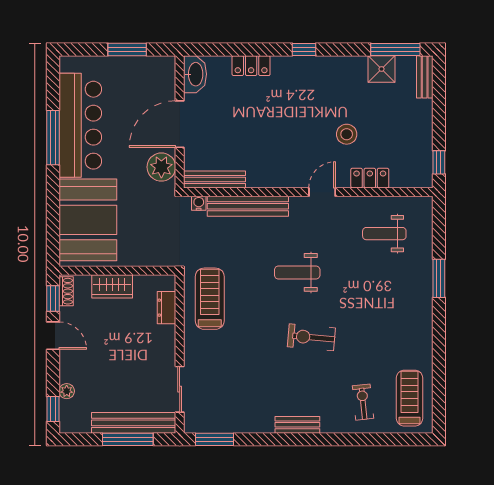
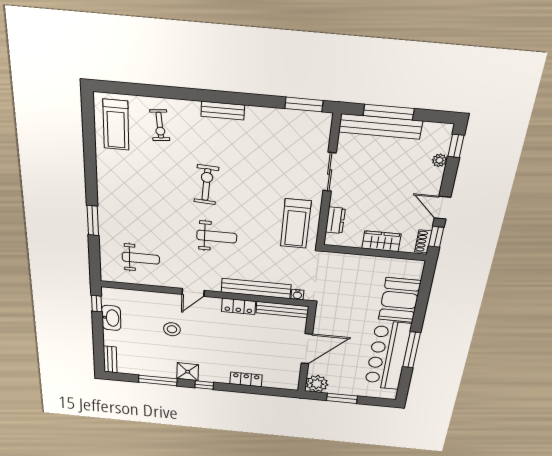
window: (395, 49) -> (158, 380), moved
shower: (382, 69) -> (188, 372), moved
washbasin: (195, 74) -> (111, 318), moved, turned 180
plant: (161, 167) -> (317, 384), moved
locker: (370, 178) -> (239, 306), moved
booth: (88, 220) -> (400, 300), width x0.73, depth x0.70
exercise bike: (311, 337) -> (206, 185), turned -92
sliding door: (180, 389) -> (330, 172), moved

